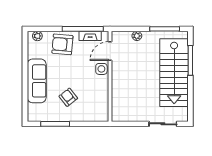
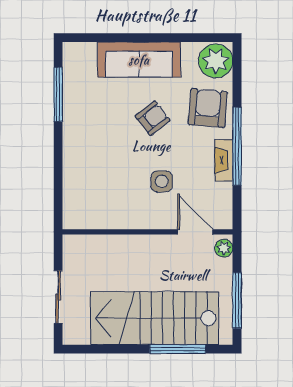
plant: (37, 36) -> (216, 61), width x1.88, depth x1.88
door: (110, 51) -> (195, 232), moved
wall: (110, 76) -> (148, 232), moved
armchair: (68, 97) -> (153, 118), moved

